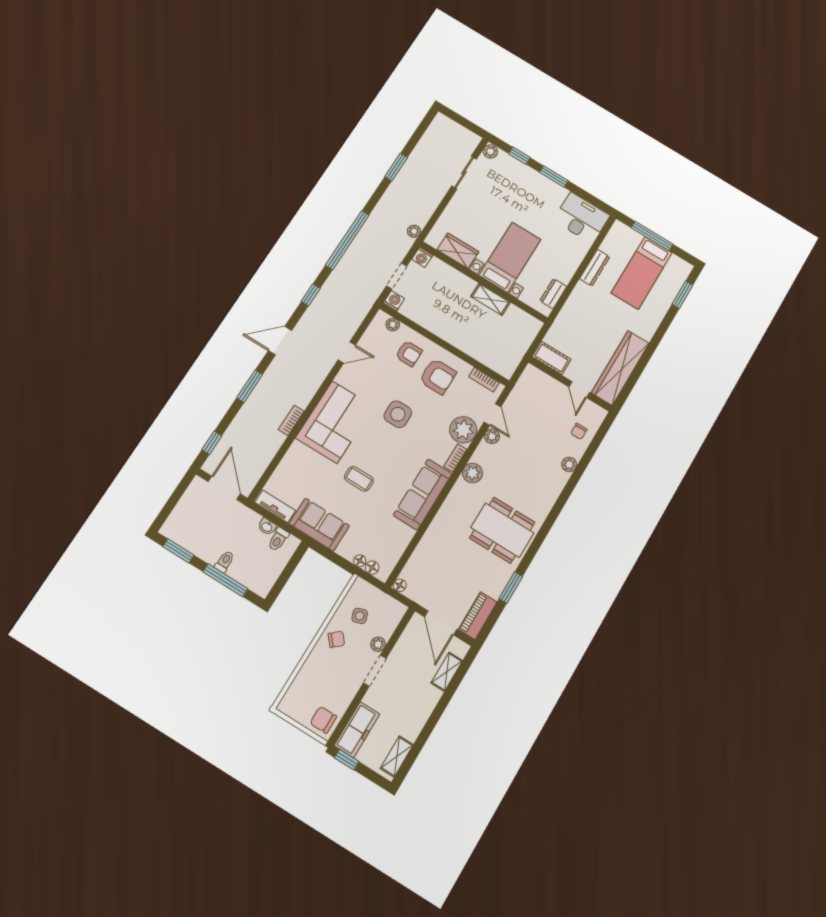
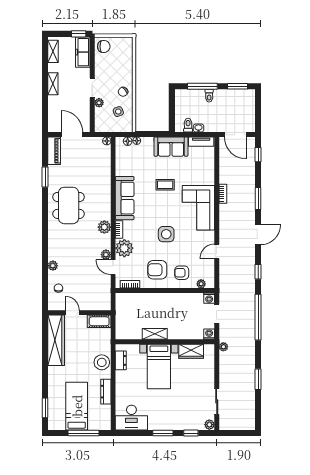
stool: (579, 306) -> (102, 362), added
dining table: (502, 530) -> (69, 205), turned 90
shelving: (447, 672) -> (53, 84), moved

